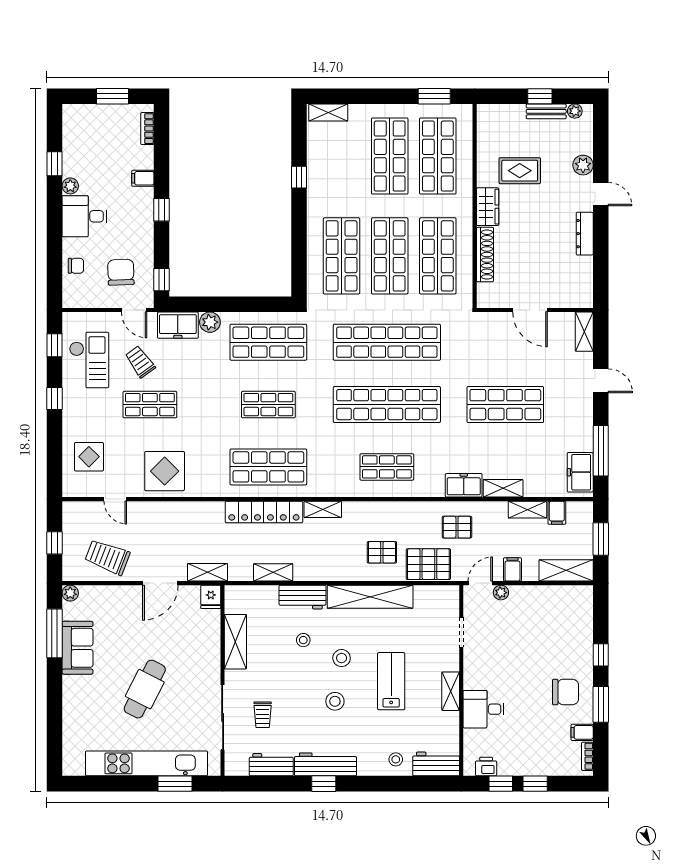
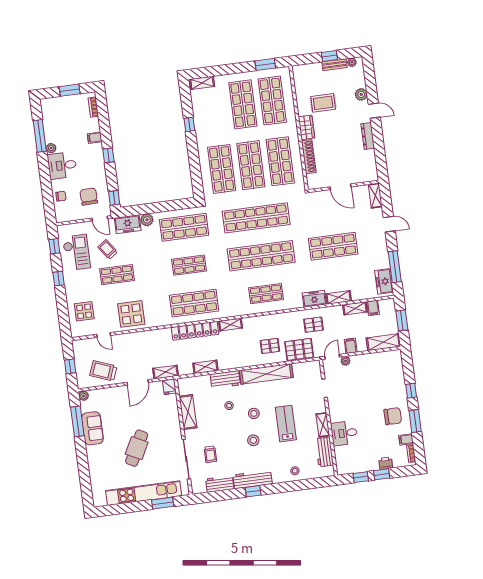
window: (55, 164) -> (40, 136), width x2.17
workbench: (436, 764) -> (324, 452), moved, turned -90
printer: (486, 767) -> (386, 463), moved

